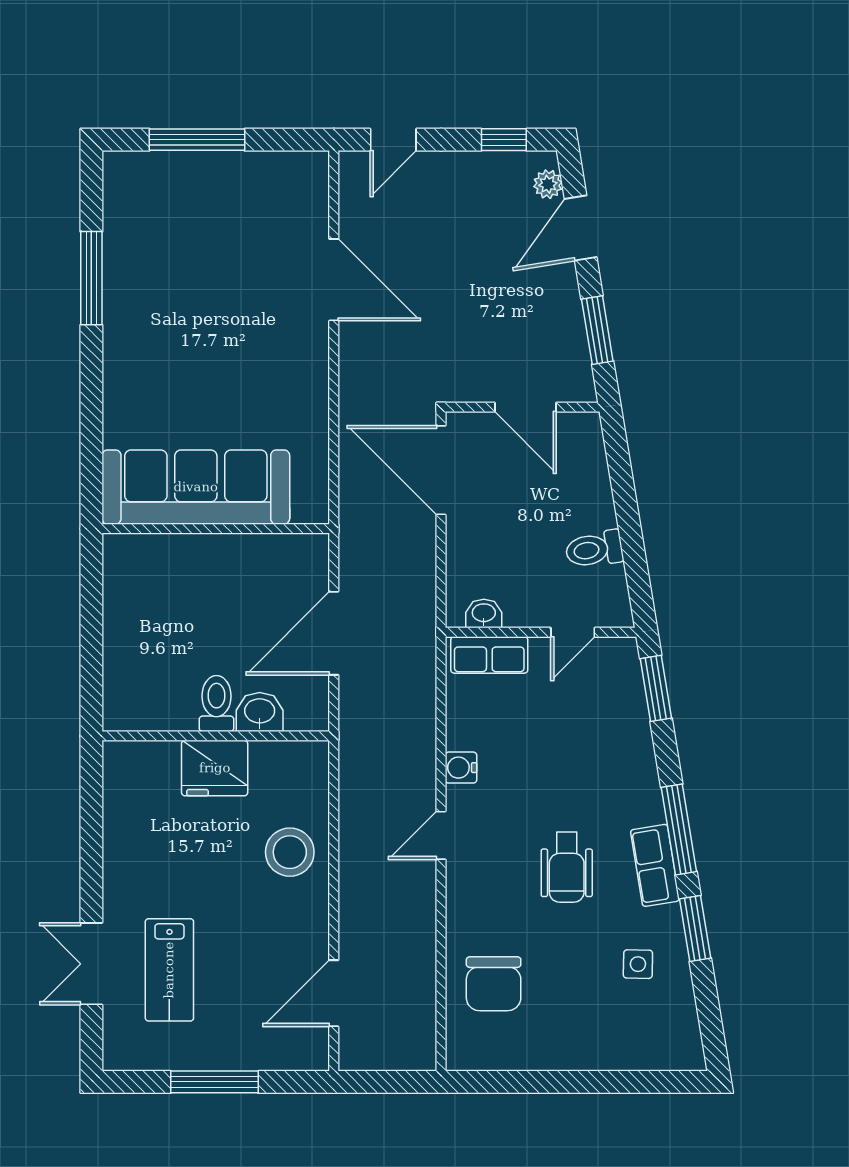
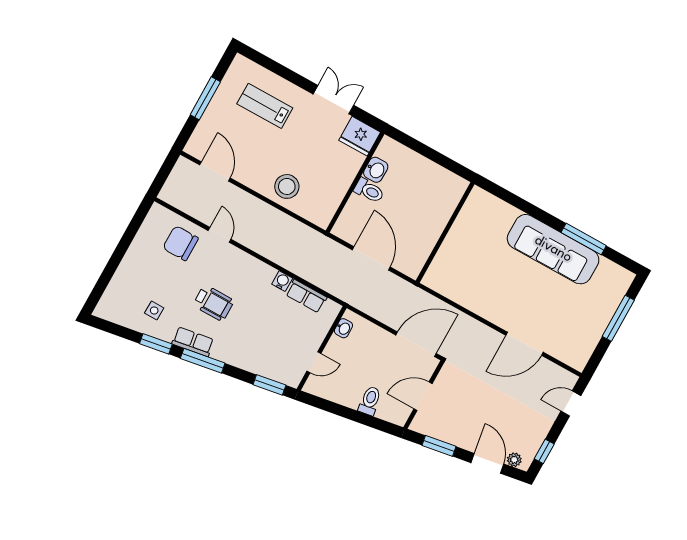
door: (393, 140) -> (571, 403), hinge flipped
sofa: (196, 487) -> (553, 249), moved, turned 90
toilet: (594, 549) -> (370, 401), moved
door: (573, 632) -> (314, 362), swing flipped
row of seats: (489, 655) -> (306, 296), moved, turned -90
washbasin: (260, 712) -> (376, 170), moved
fridge: (215, 768) -> (360, 136), moved, turned -90
door: (441, 835) -> (220, 235), moved
wheelchair: (567, 867) -> (213, 303), turned 180
double door: (91, 964) -> (333, 100), moved

